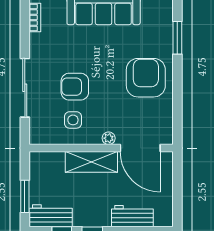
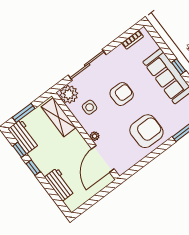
armchair: (75, 87) -> (122, 94), moved, turned 90
plant: (42, 132) -> (69, 94), added
shelving: (91, 162) -> (59, 117), moved

